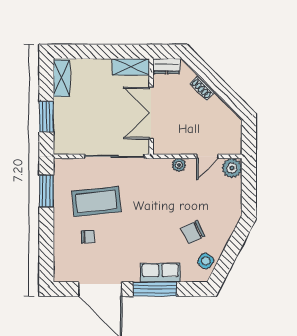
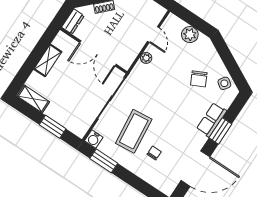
shelving: (131, 67) -> (48, 60), moved
water cooler: (62, 166) -> (94, 139), added
plant: (232, 168) -> (190, 35), moved
window: (155, 289) -> (220, 131), width x0.69

